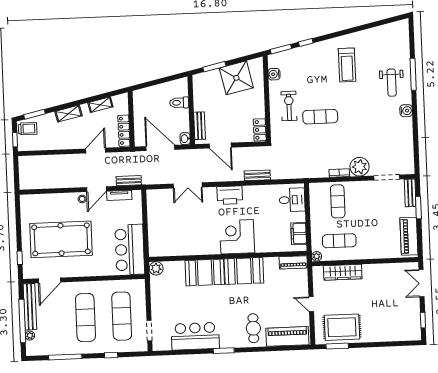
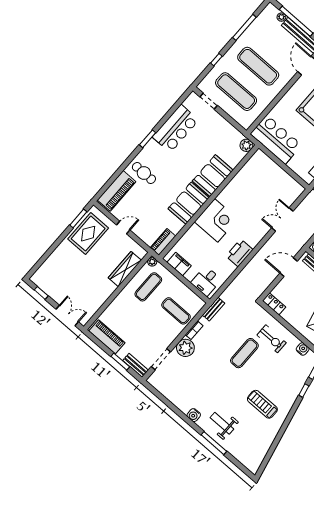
bench: (257, 175) -> (214, 309), moved
printer: (230, 195) -> (239, 253), moved

